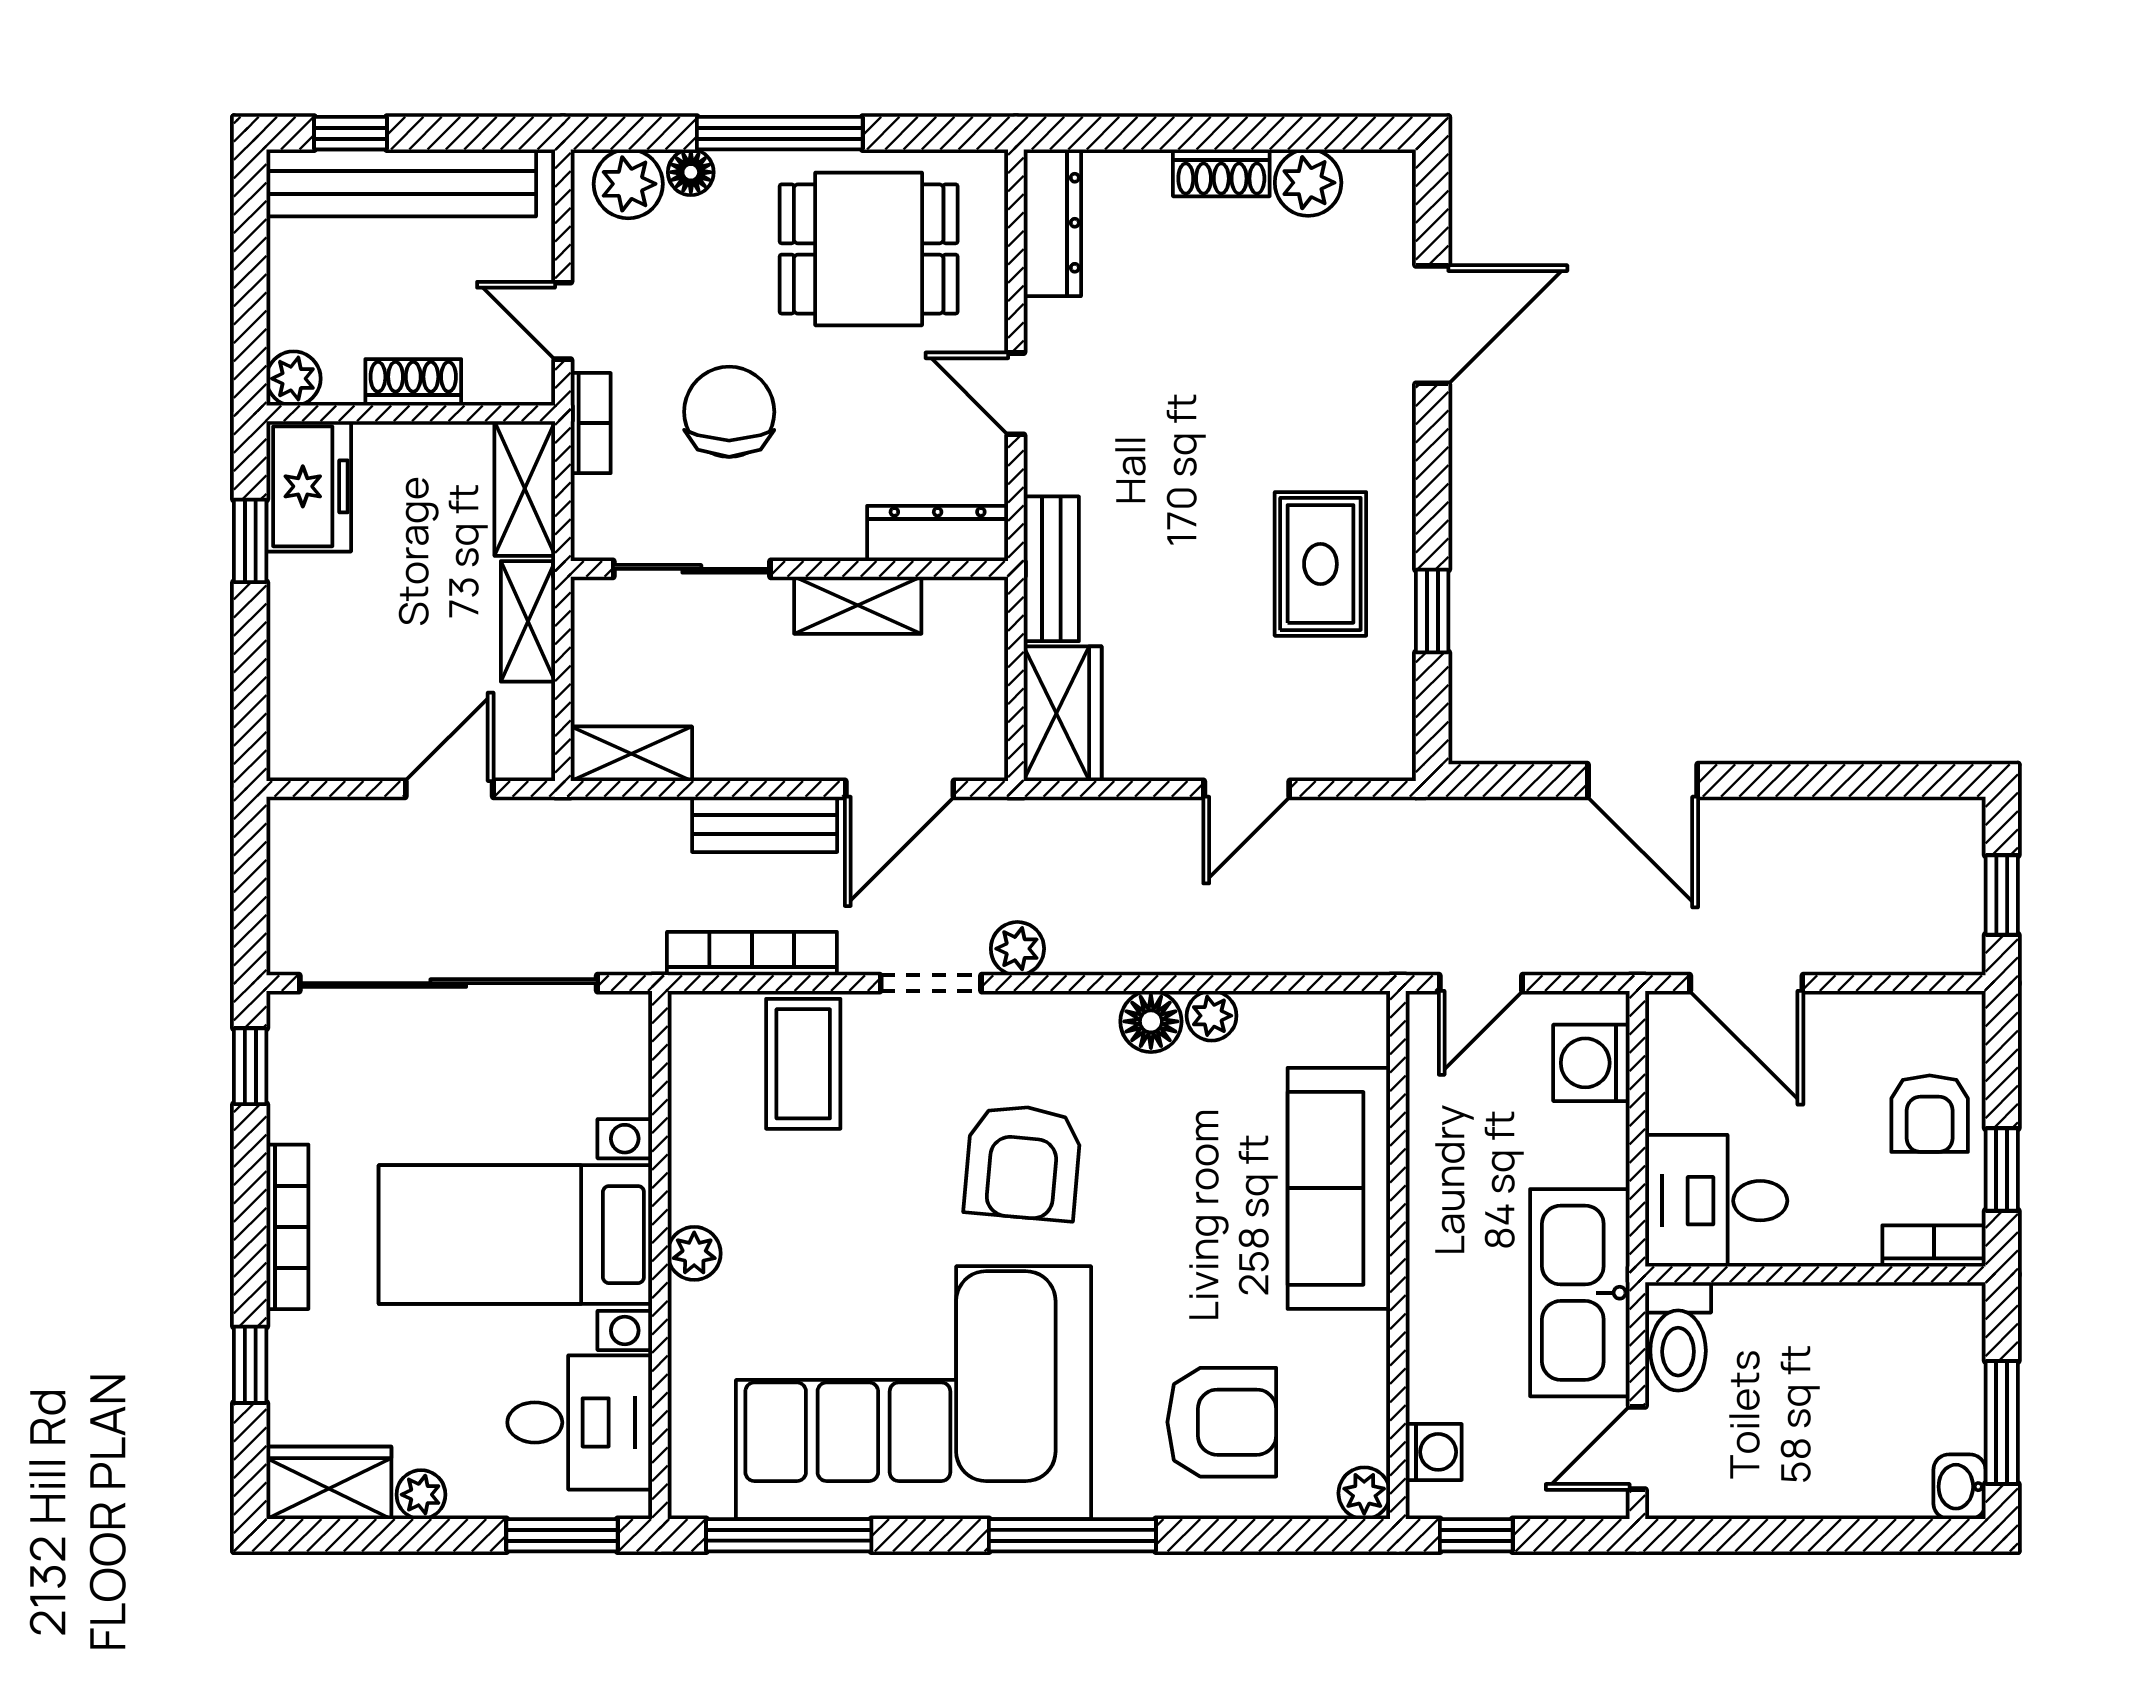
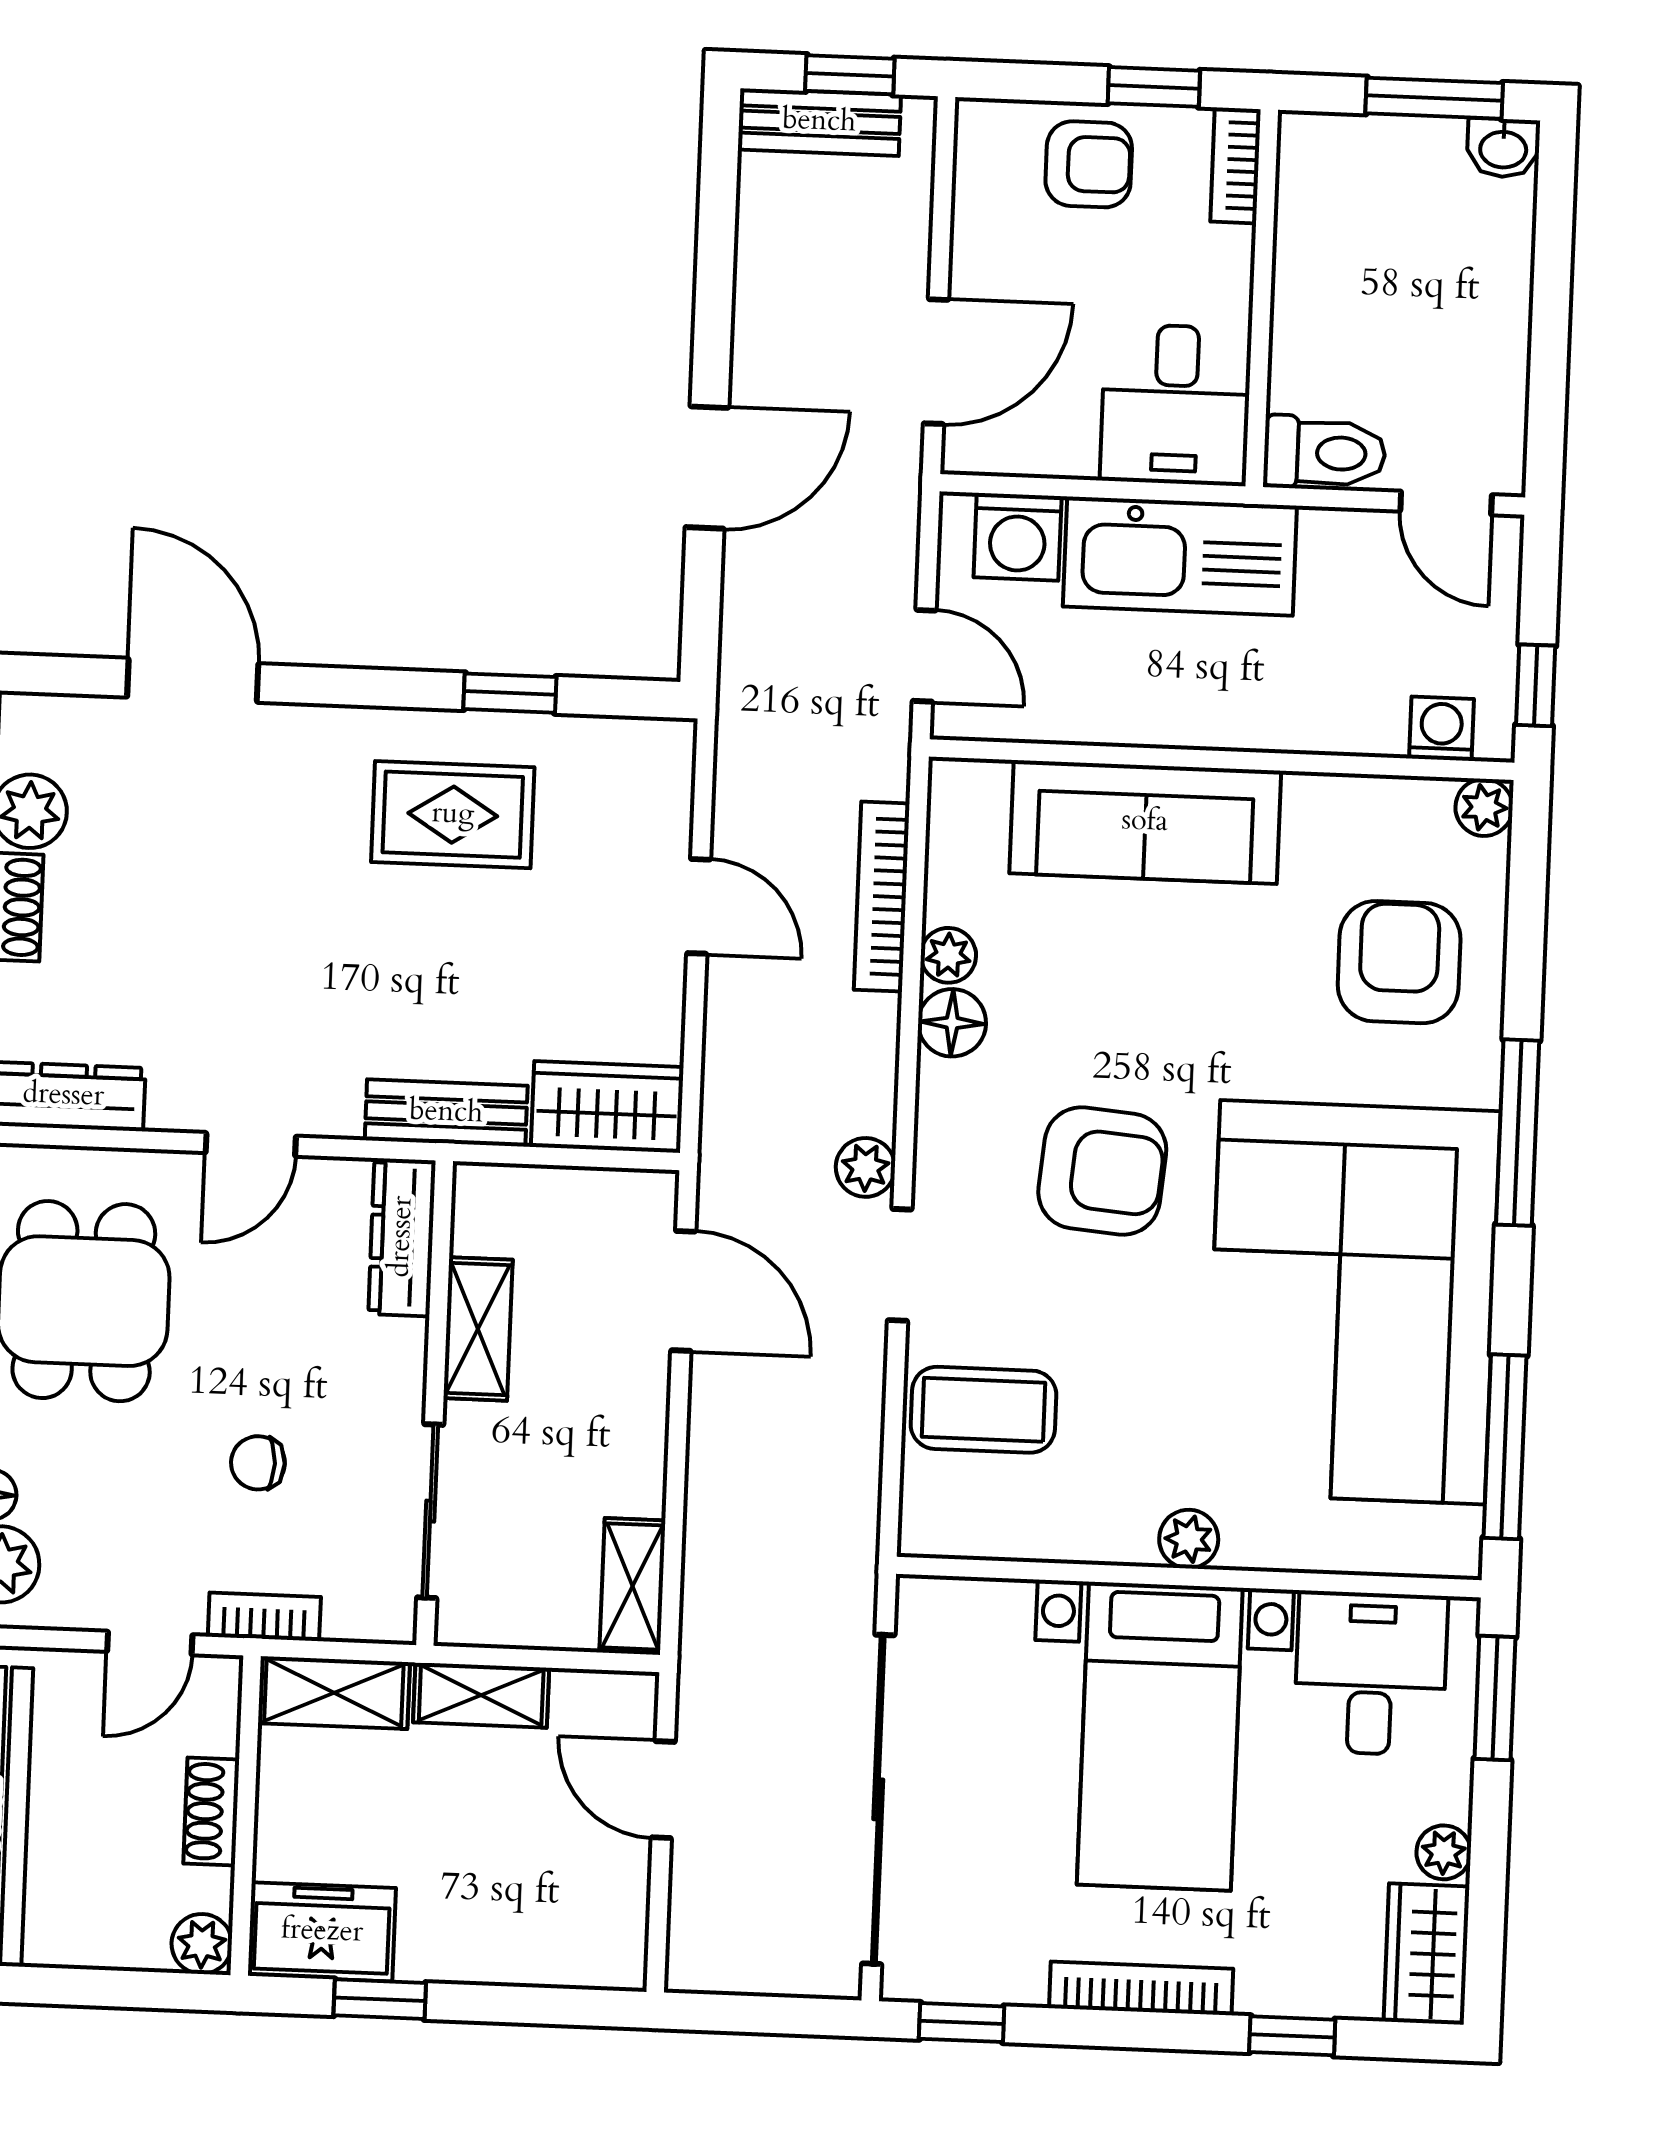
chair: (729, 412) -> (258, 1463), width x0.54, depth x0.54
bench: (765, 824) -> (819, 122), moved, turned 90
bookcase: (752, 954) -> (882, 897), moved
kitchen sink: (1580, 1293) -> (1180, 556), moved

